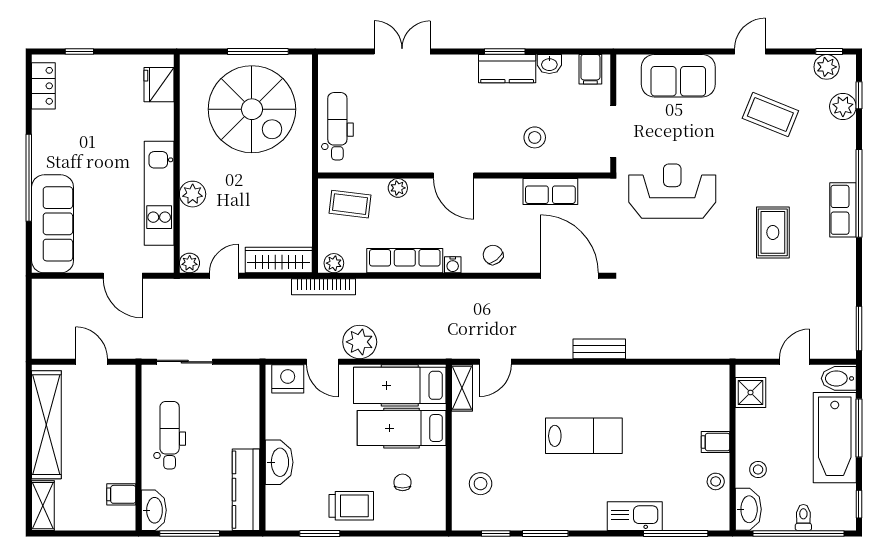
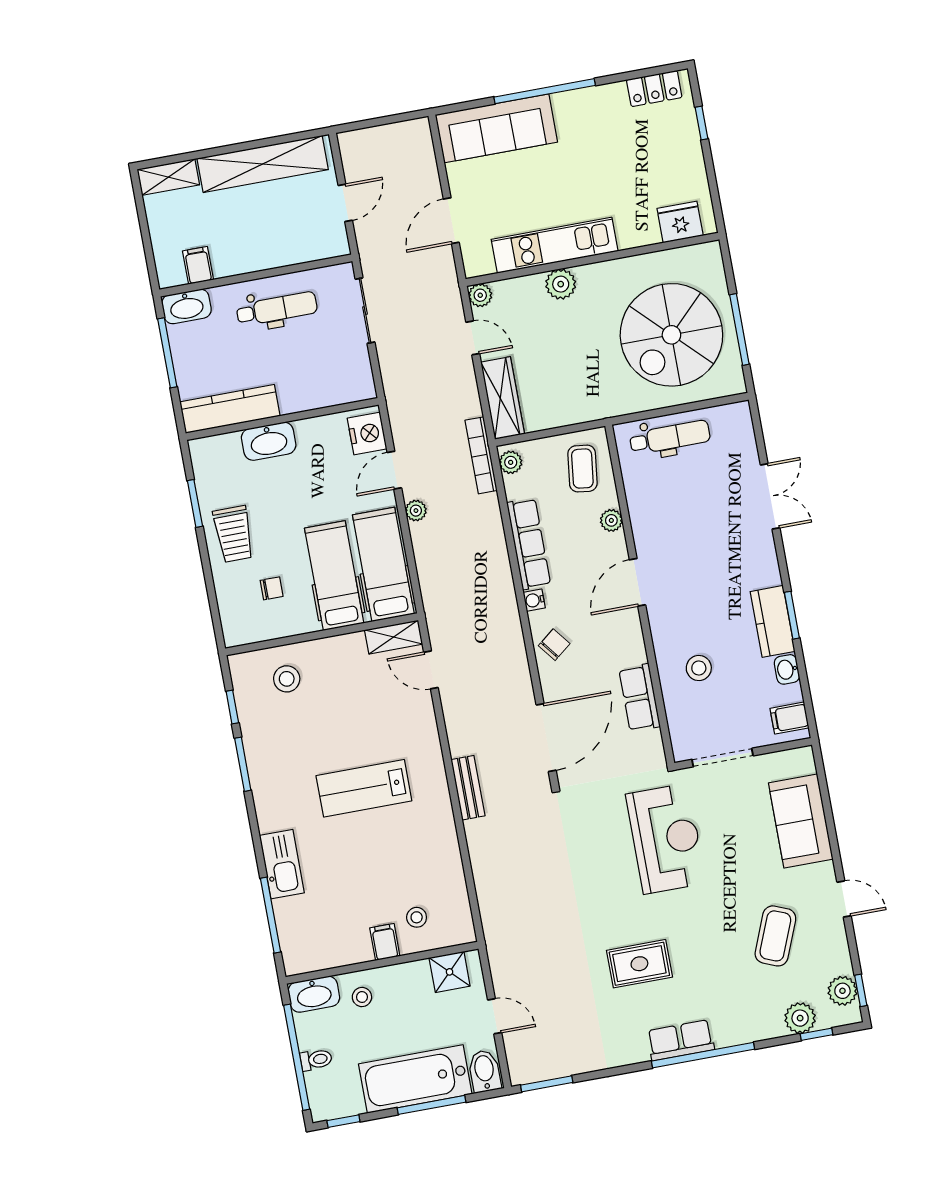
plant: (360, 342) -> (416, 511), width x0.53, depth x0.53
lab bench: (584, 436) -> (364, 788), turned 90
stool: (716, 481) -> (417, 917), moved

